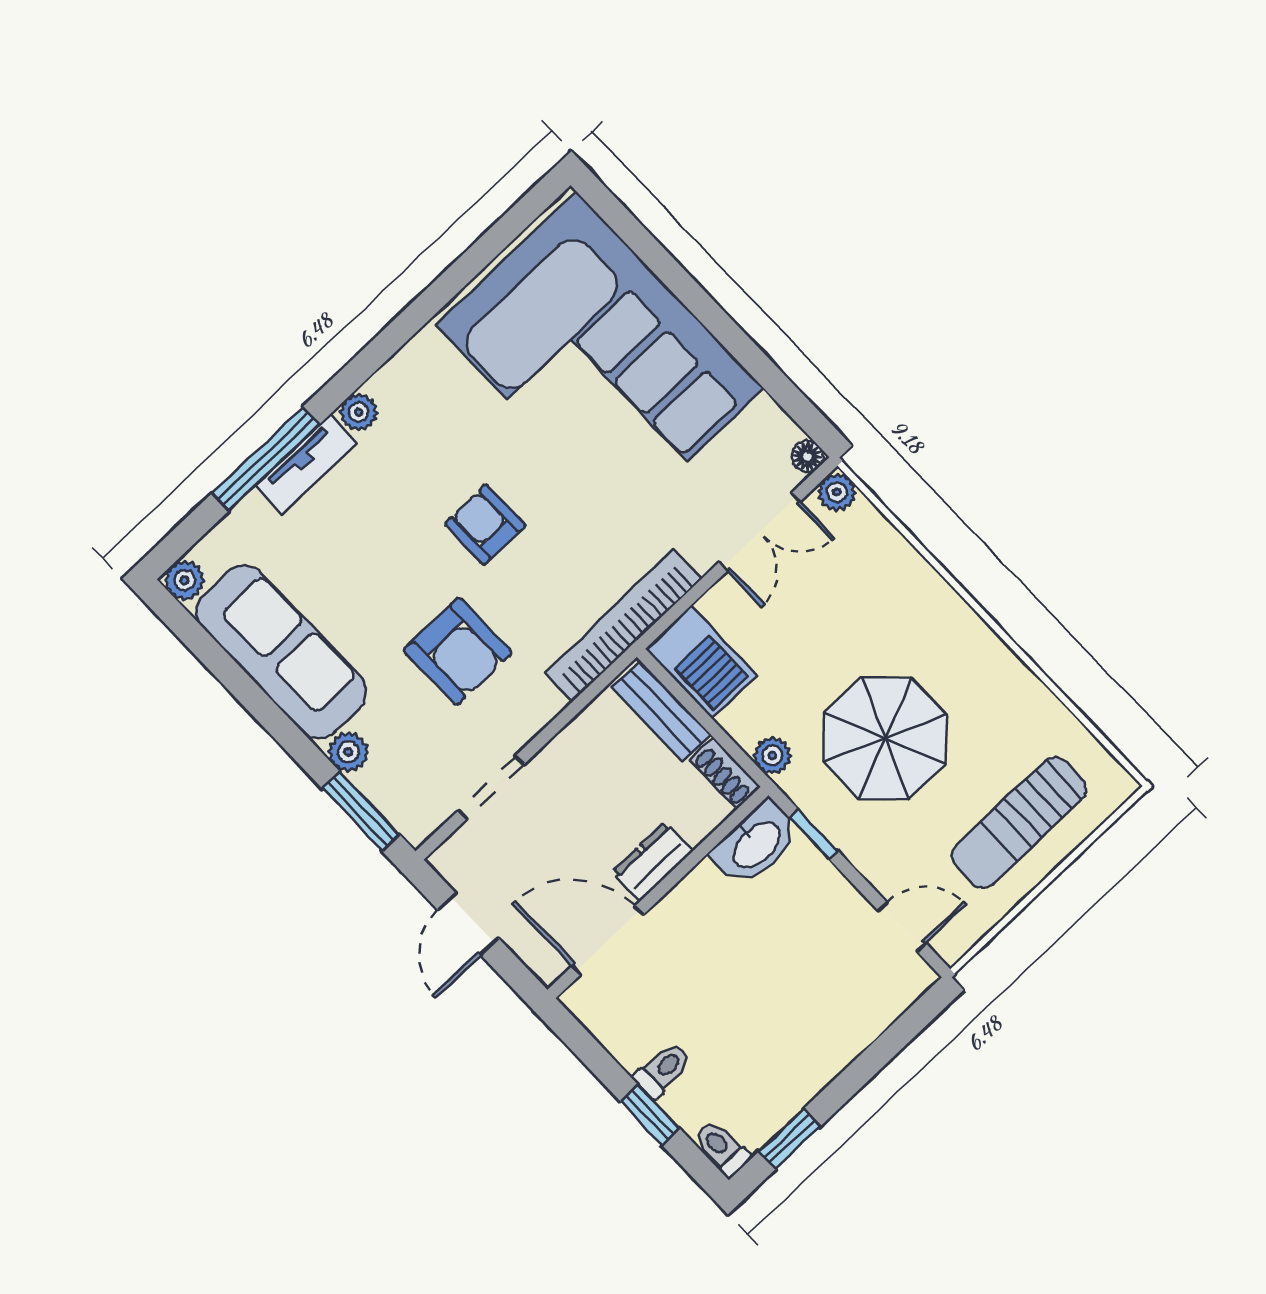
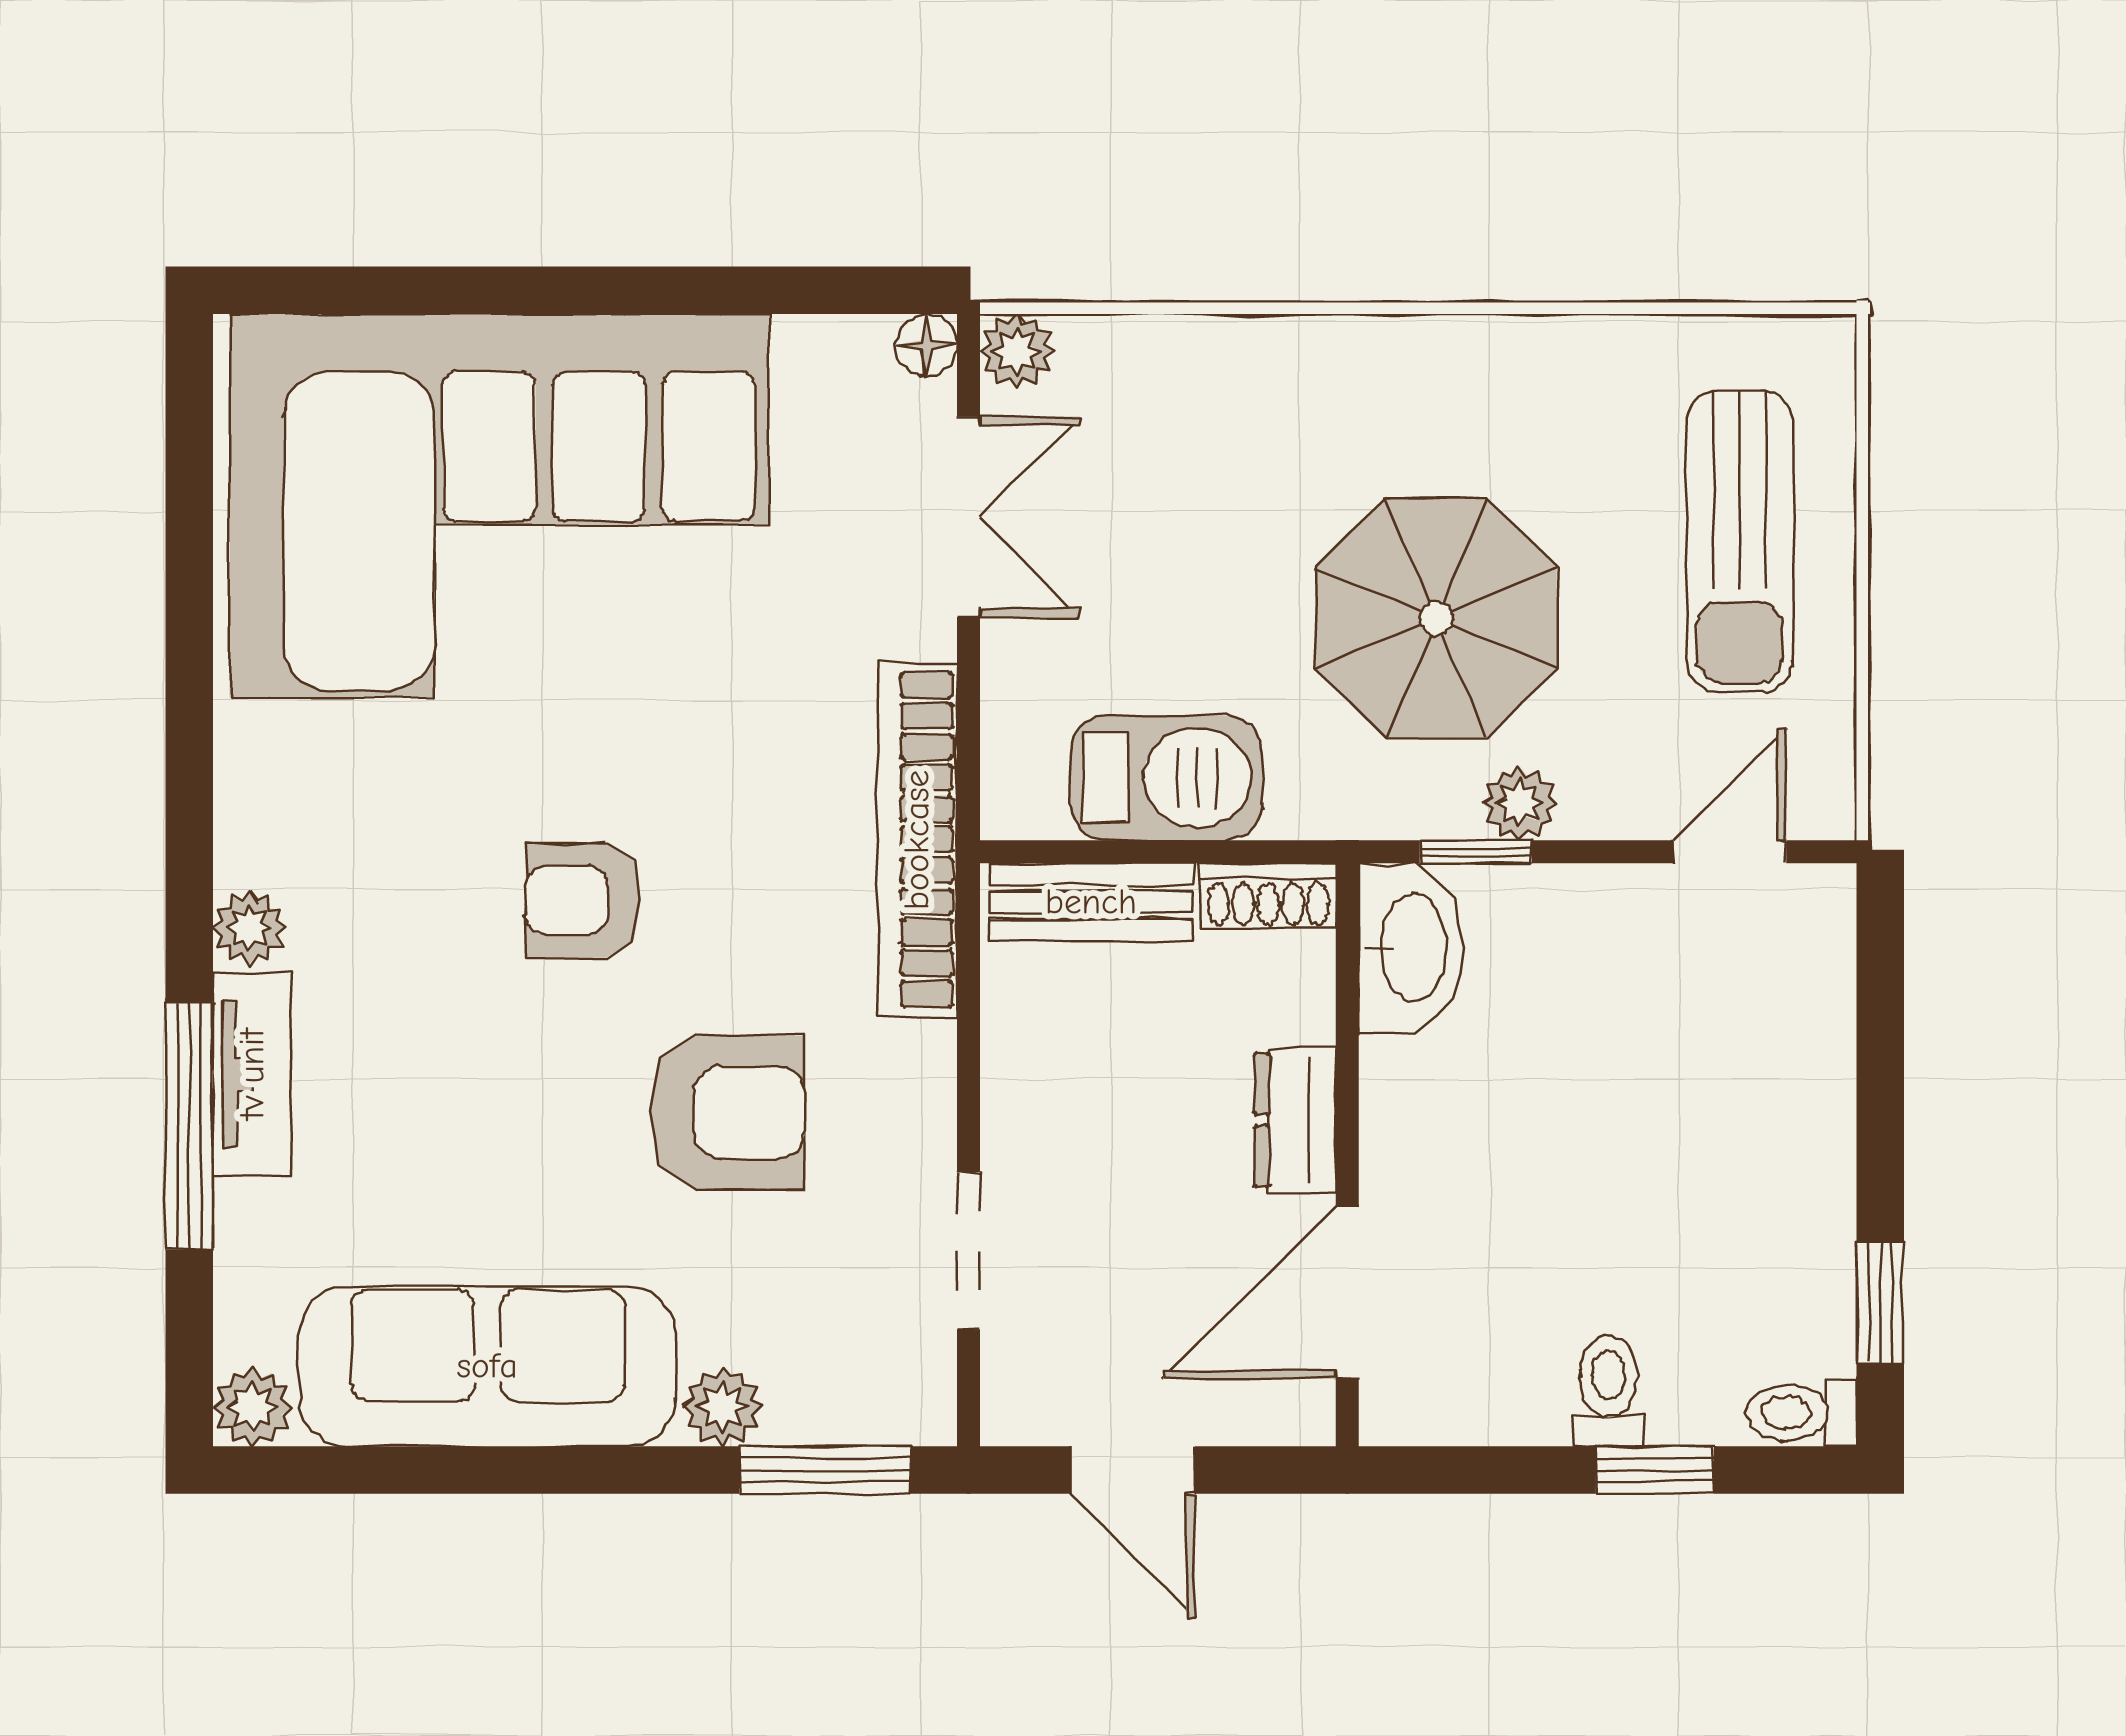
barbecue: (701, 662) -> (1166, 778), moved
plant: (772, 755) -> (1519, 803), moved

